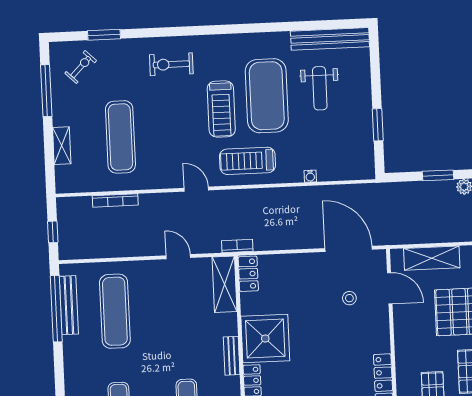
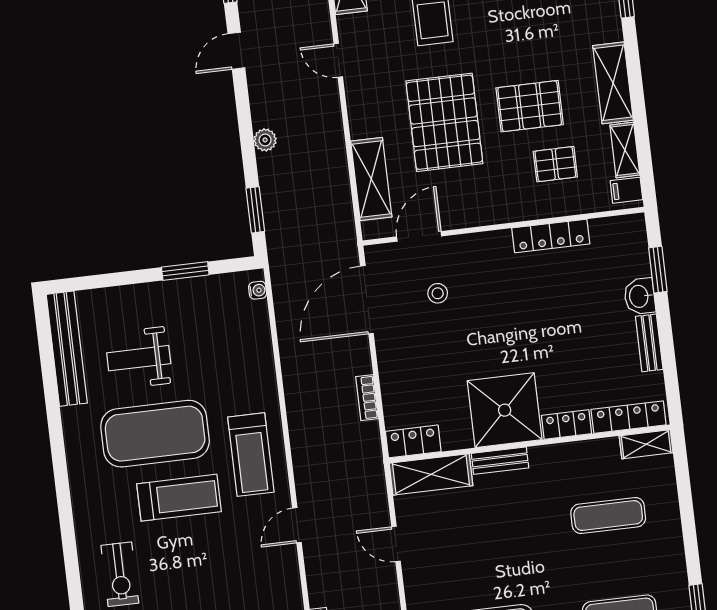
weight bench: (320, 88) -> (139, 358), turned 180
window: (438, 175) -> (255, 210), moved
water cooler: (310, 176) -> (258, 290), moved
bookcase: (237, 246) -> (367, 398), moved
door: (178, 257) -> (396, 544), hinge flipped
bench: (232, 356) -> (500, 461), moved

